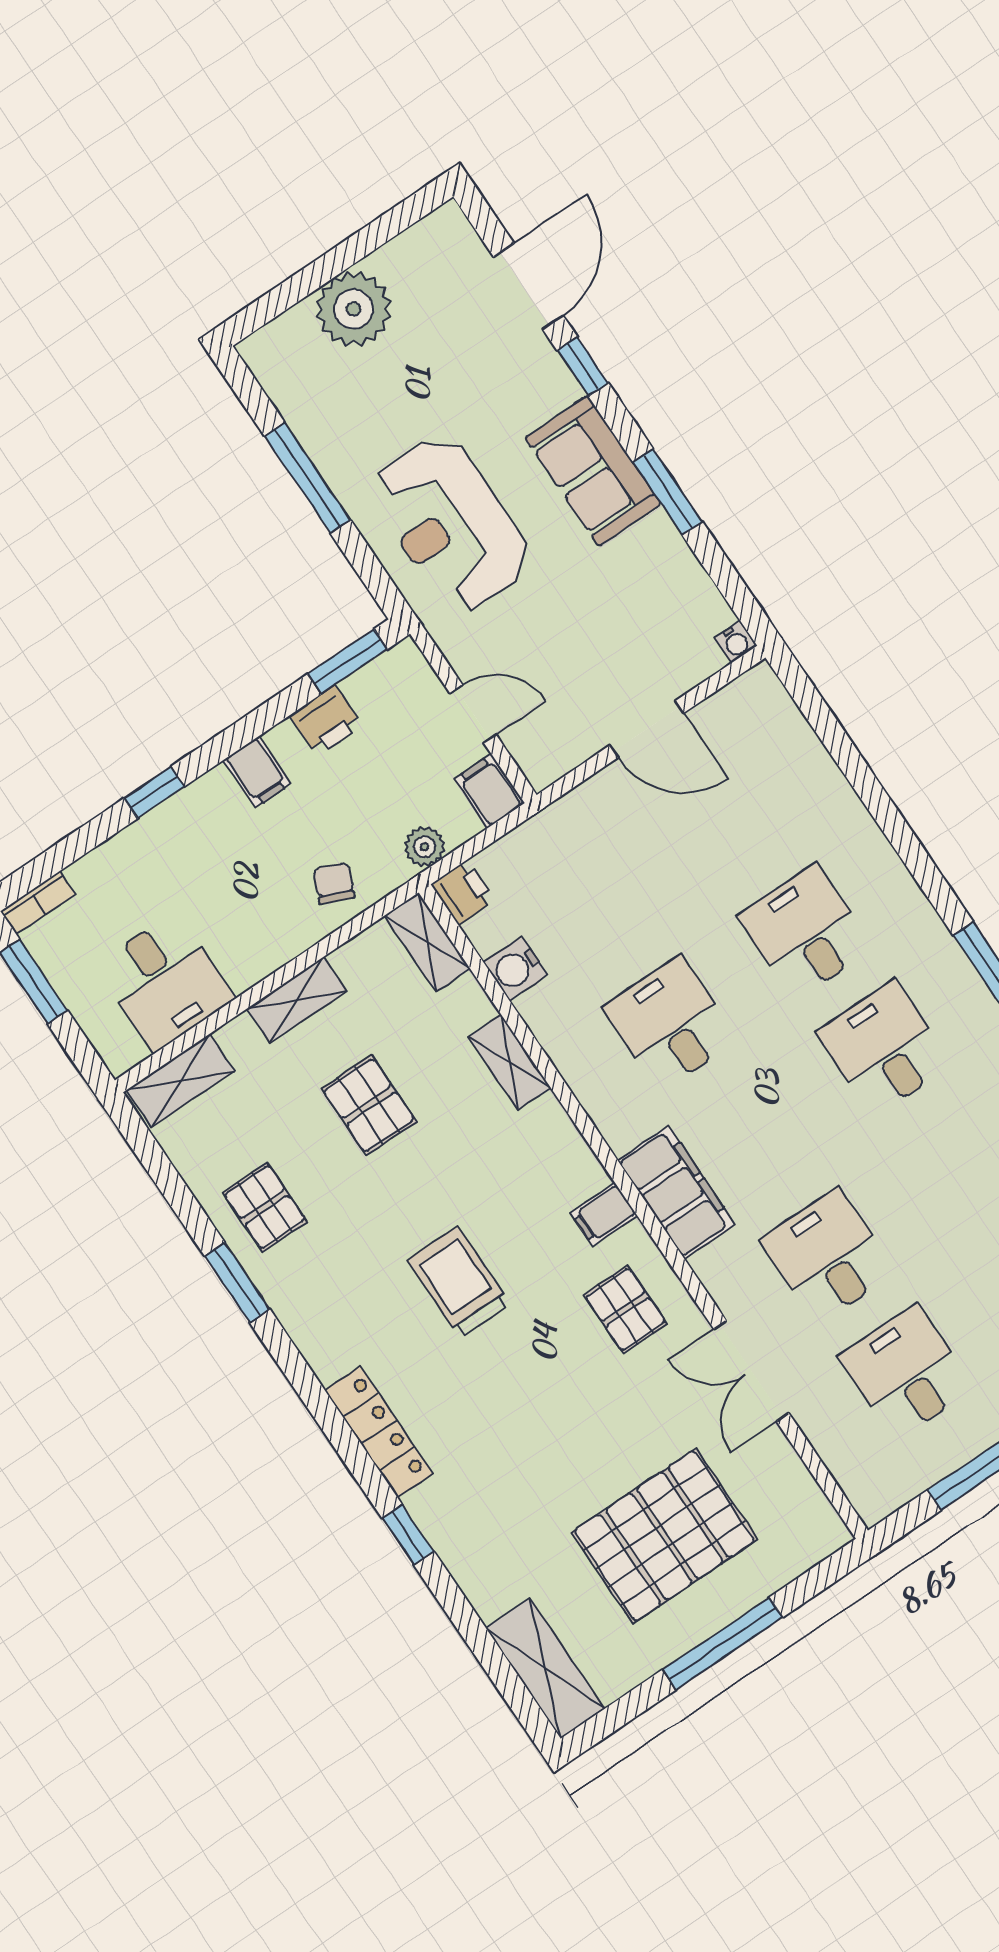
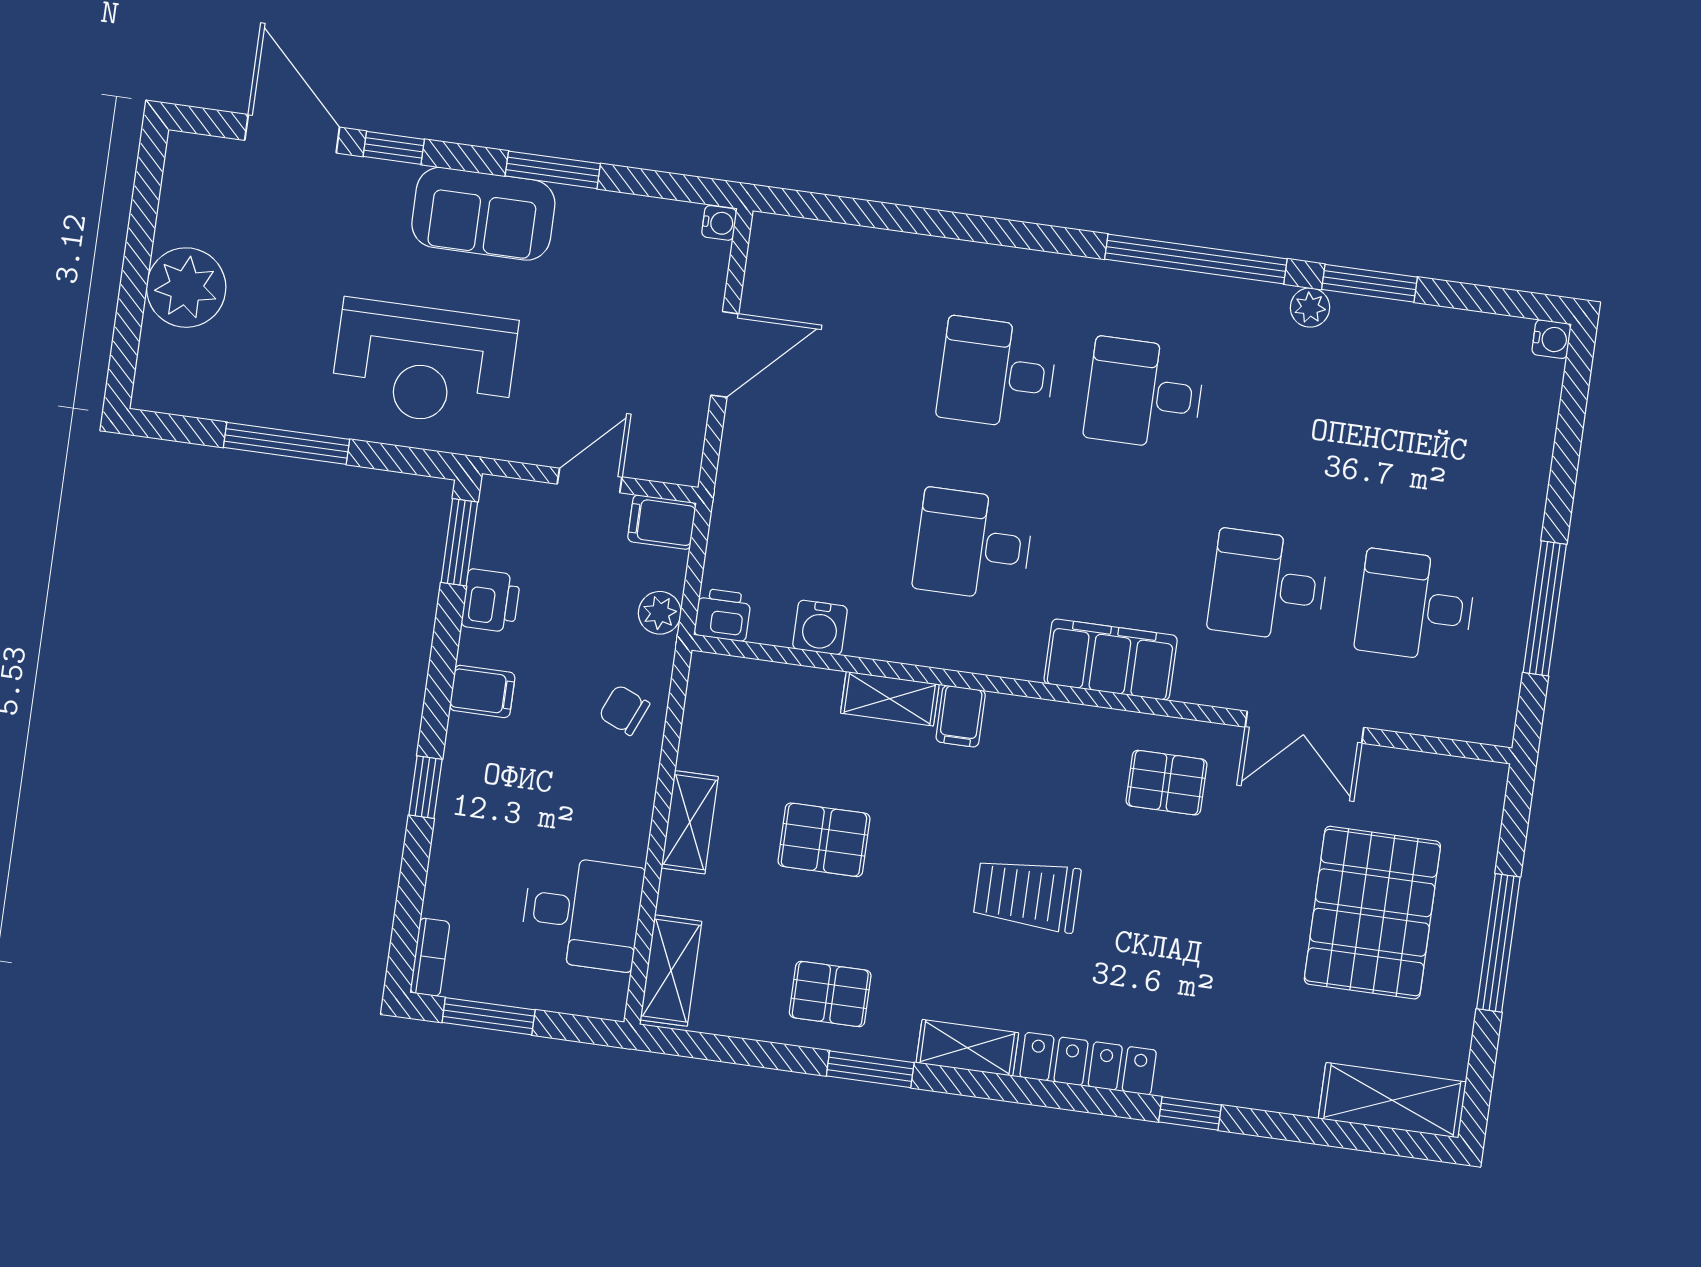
shelving: (427, 942) -> (967, 1048), moved
filing cabinet: (604, 1214) -> (961, 716), moved

